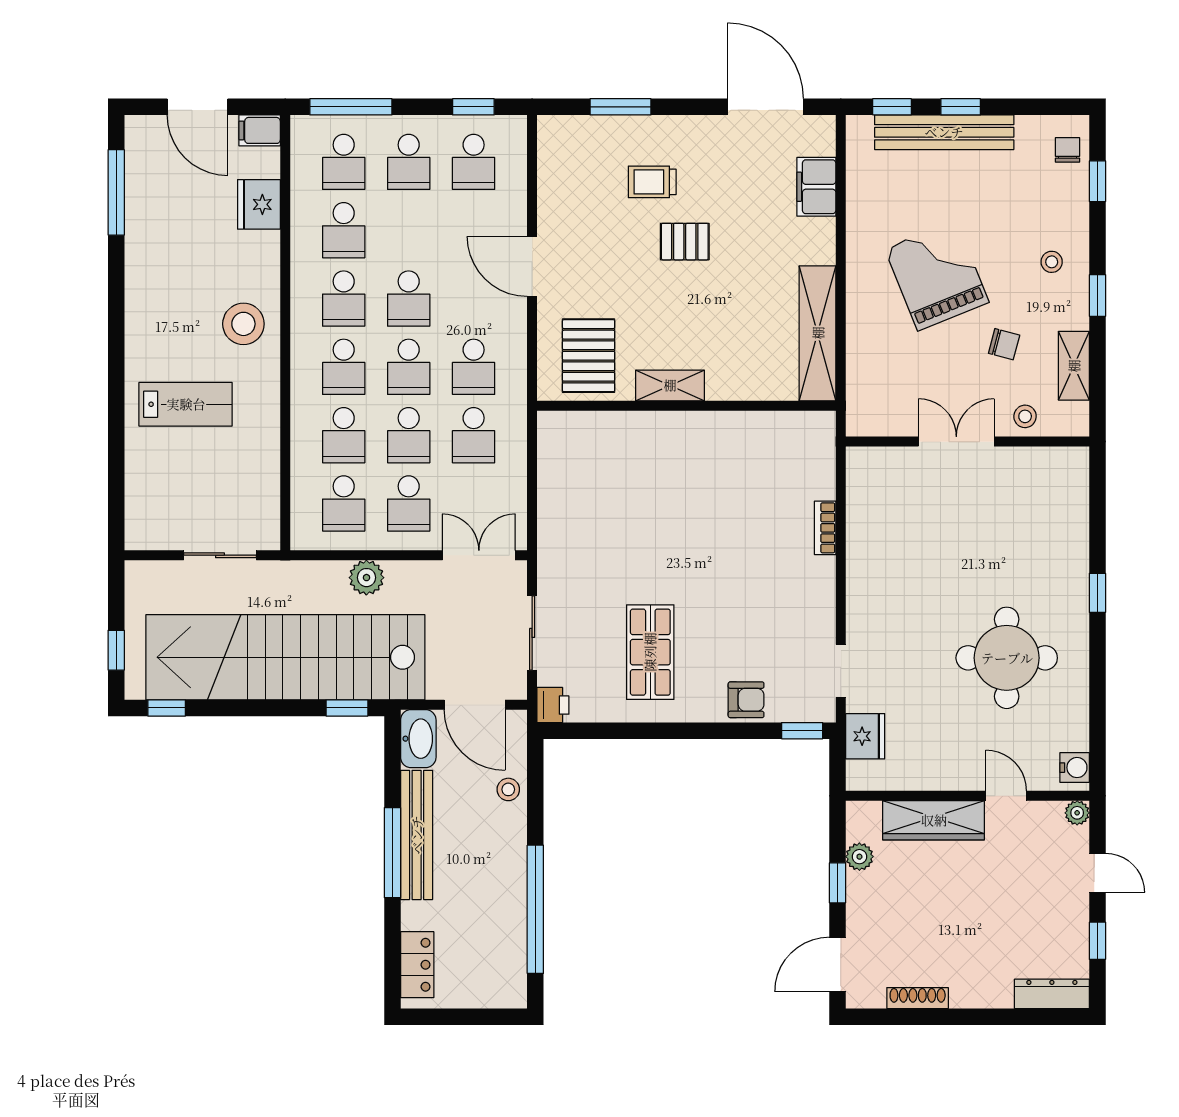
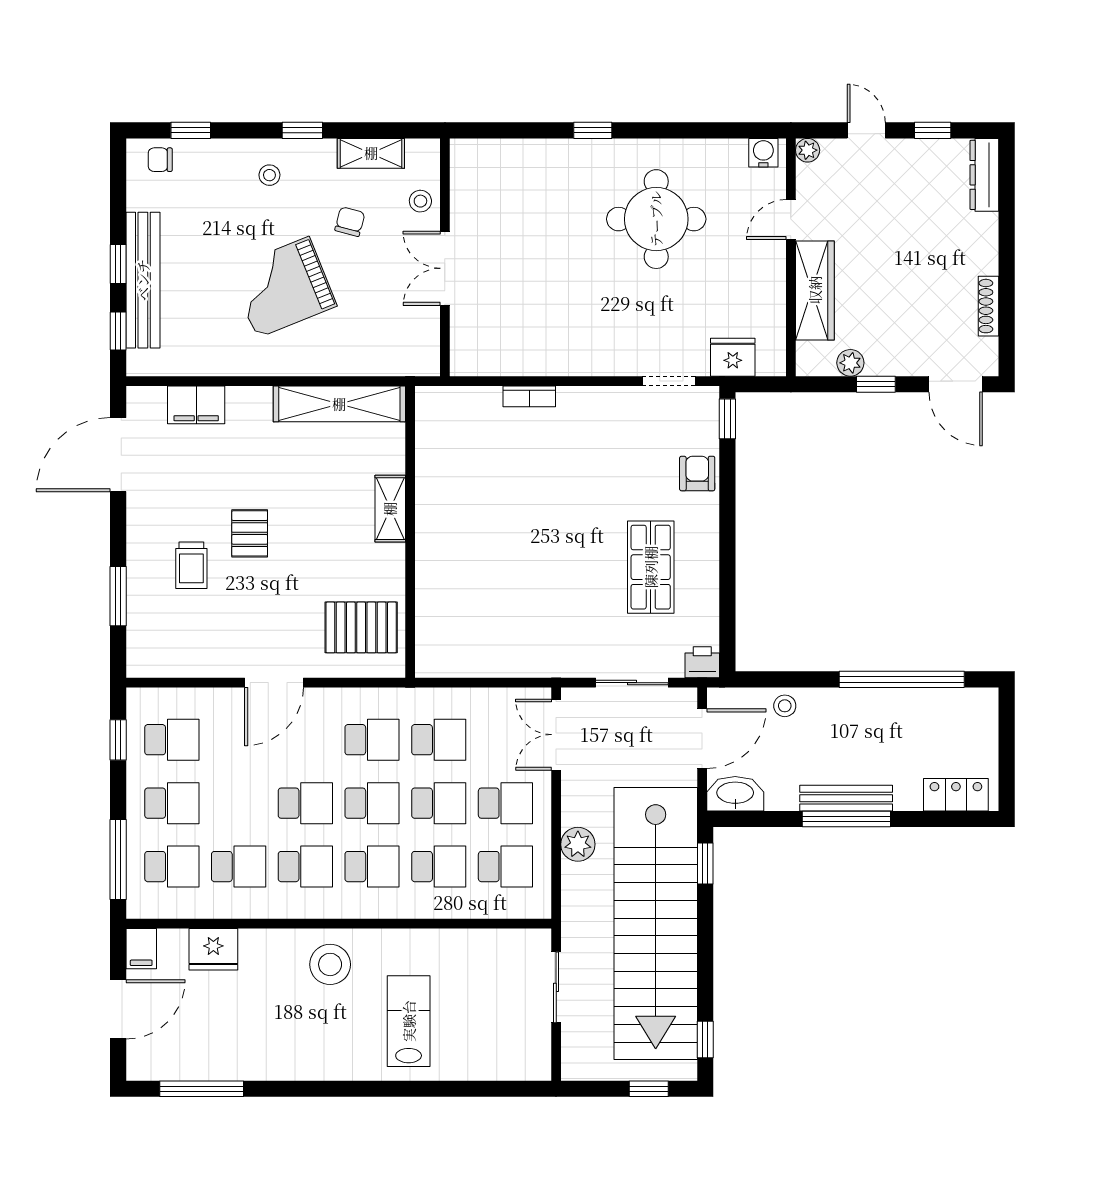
shelving: (670, 385) -> (390, 509), moved
shop shelf: (650, 652) -> (651, 567), turned 90
bench: (417, 835) -> (846, 798), width x0.73, depth x0.82
door: (1097, 873) -> (866, 130), hinge flipped

